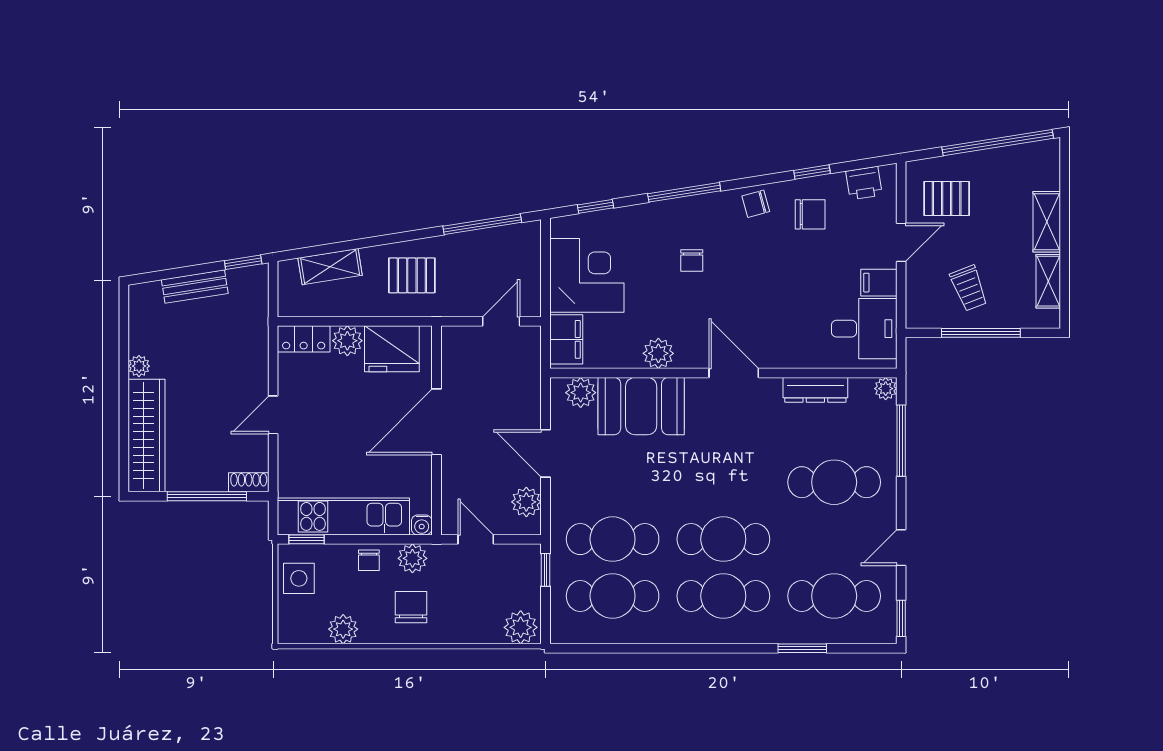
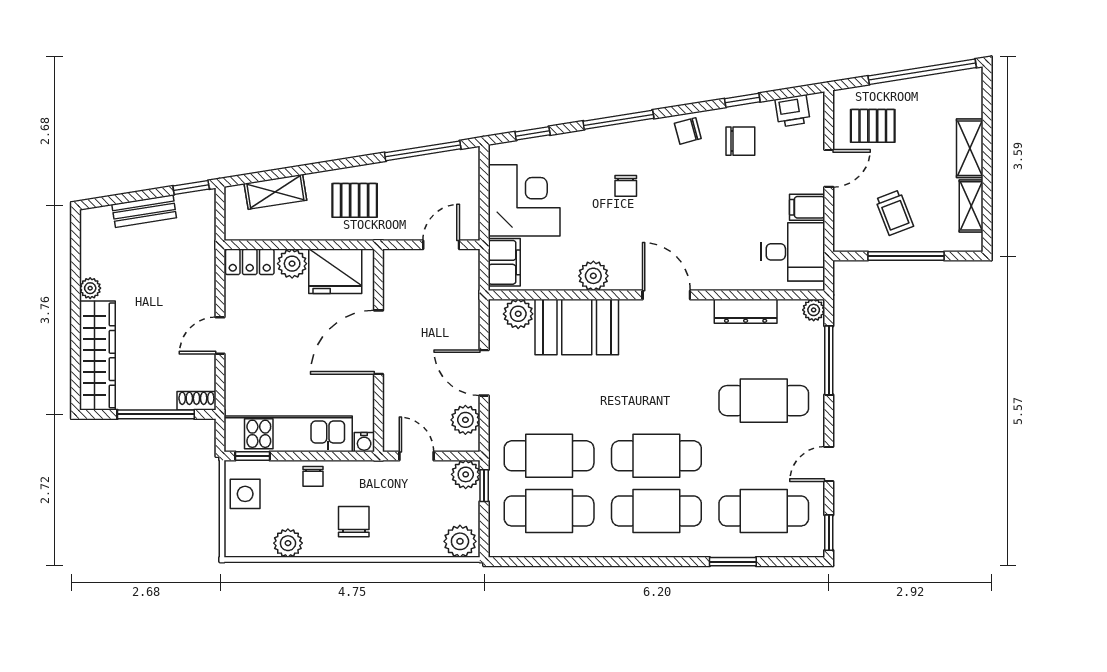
plant: (412, 558) -> (466, 474), moved

